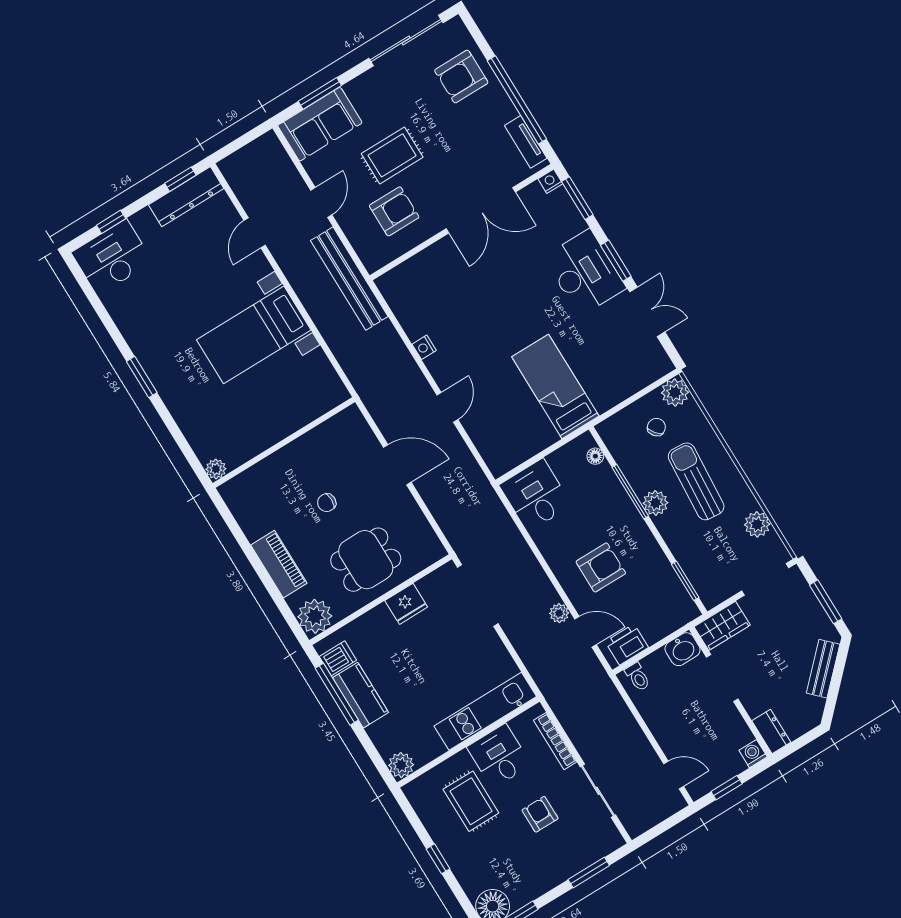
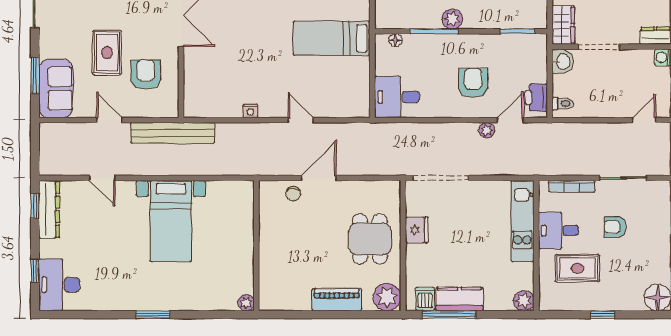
chair: (327, 503) -> (293, 193), moved

